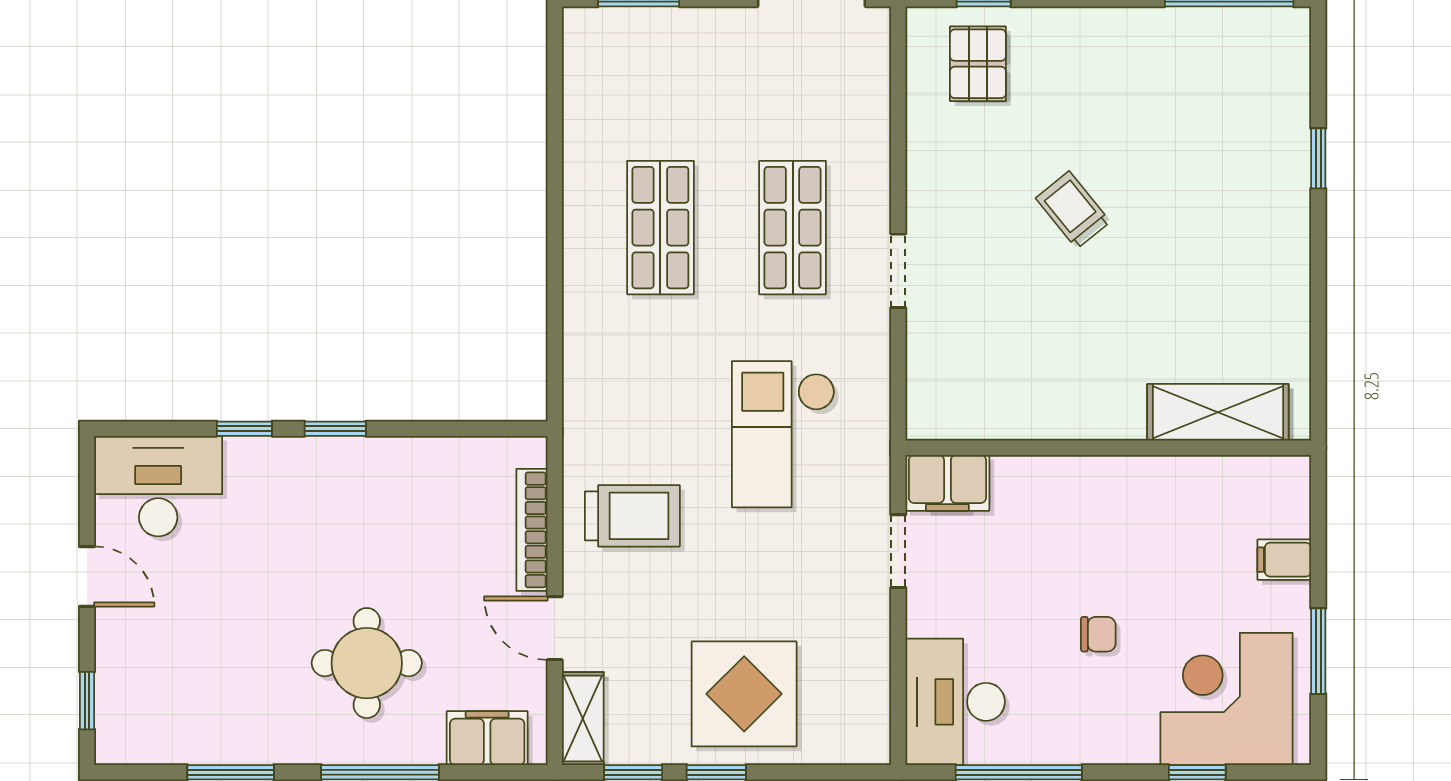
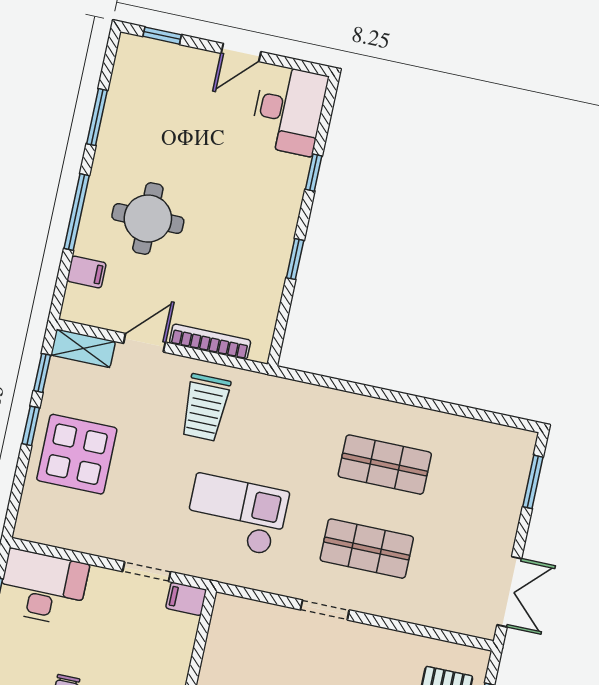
window: (335, 429) -> (295, 259), moved
filing cabinet: (947, 483) -> (186, 599), width x0.50
filing cabinet: (487, 738) -> (86, 272), width x0.50

